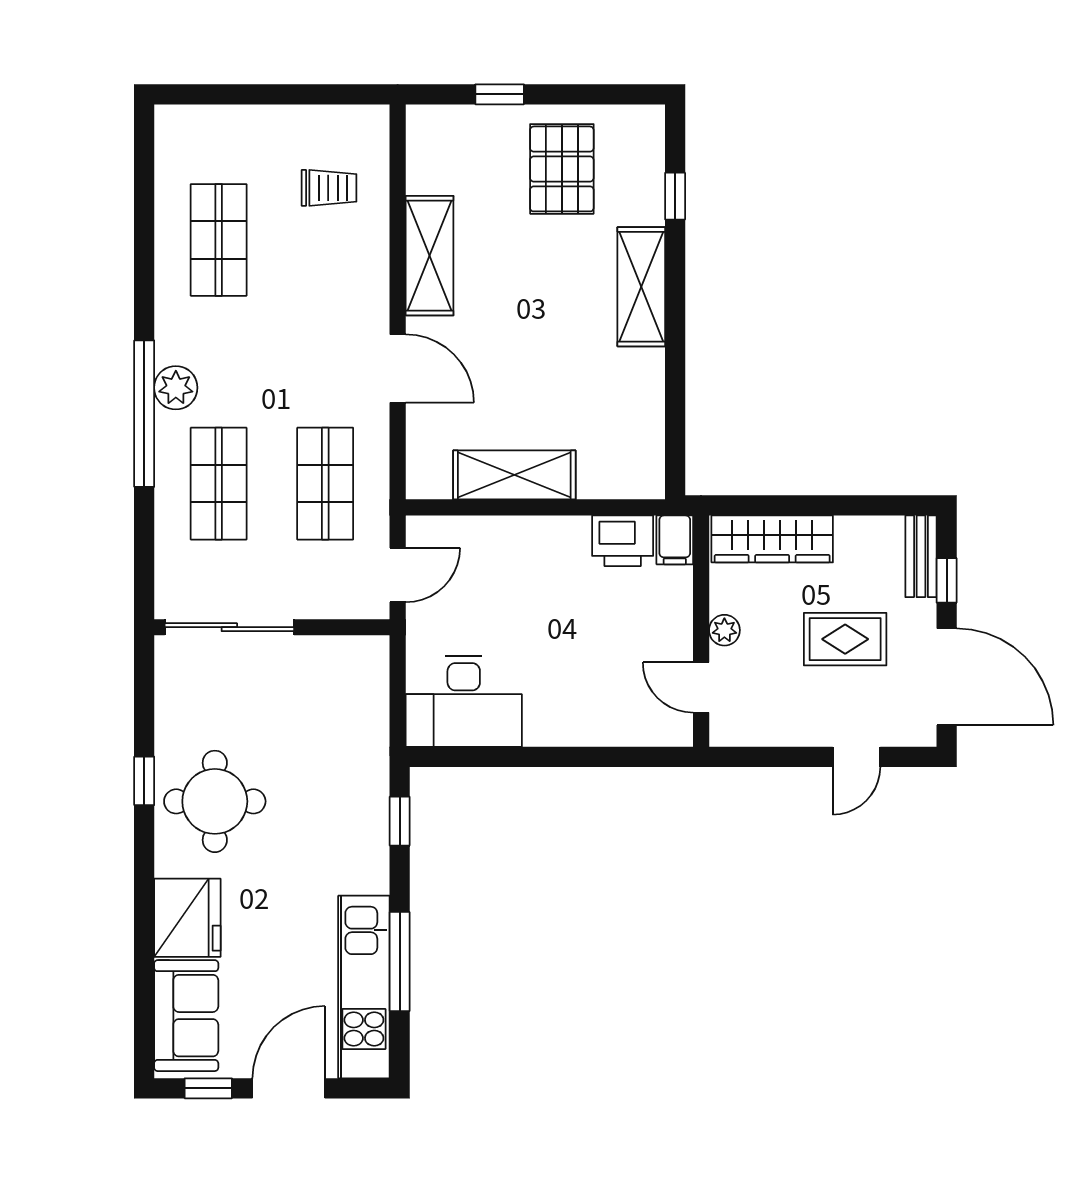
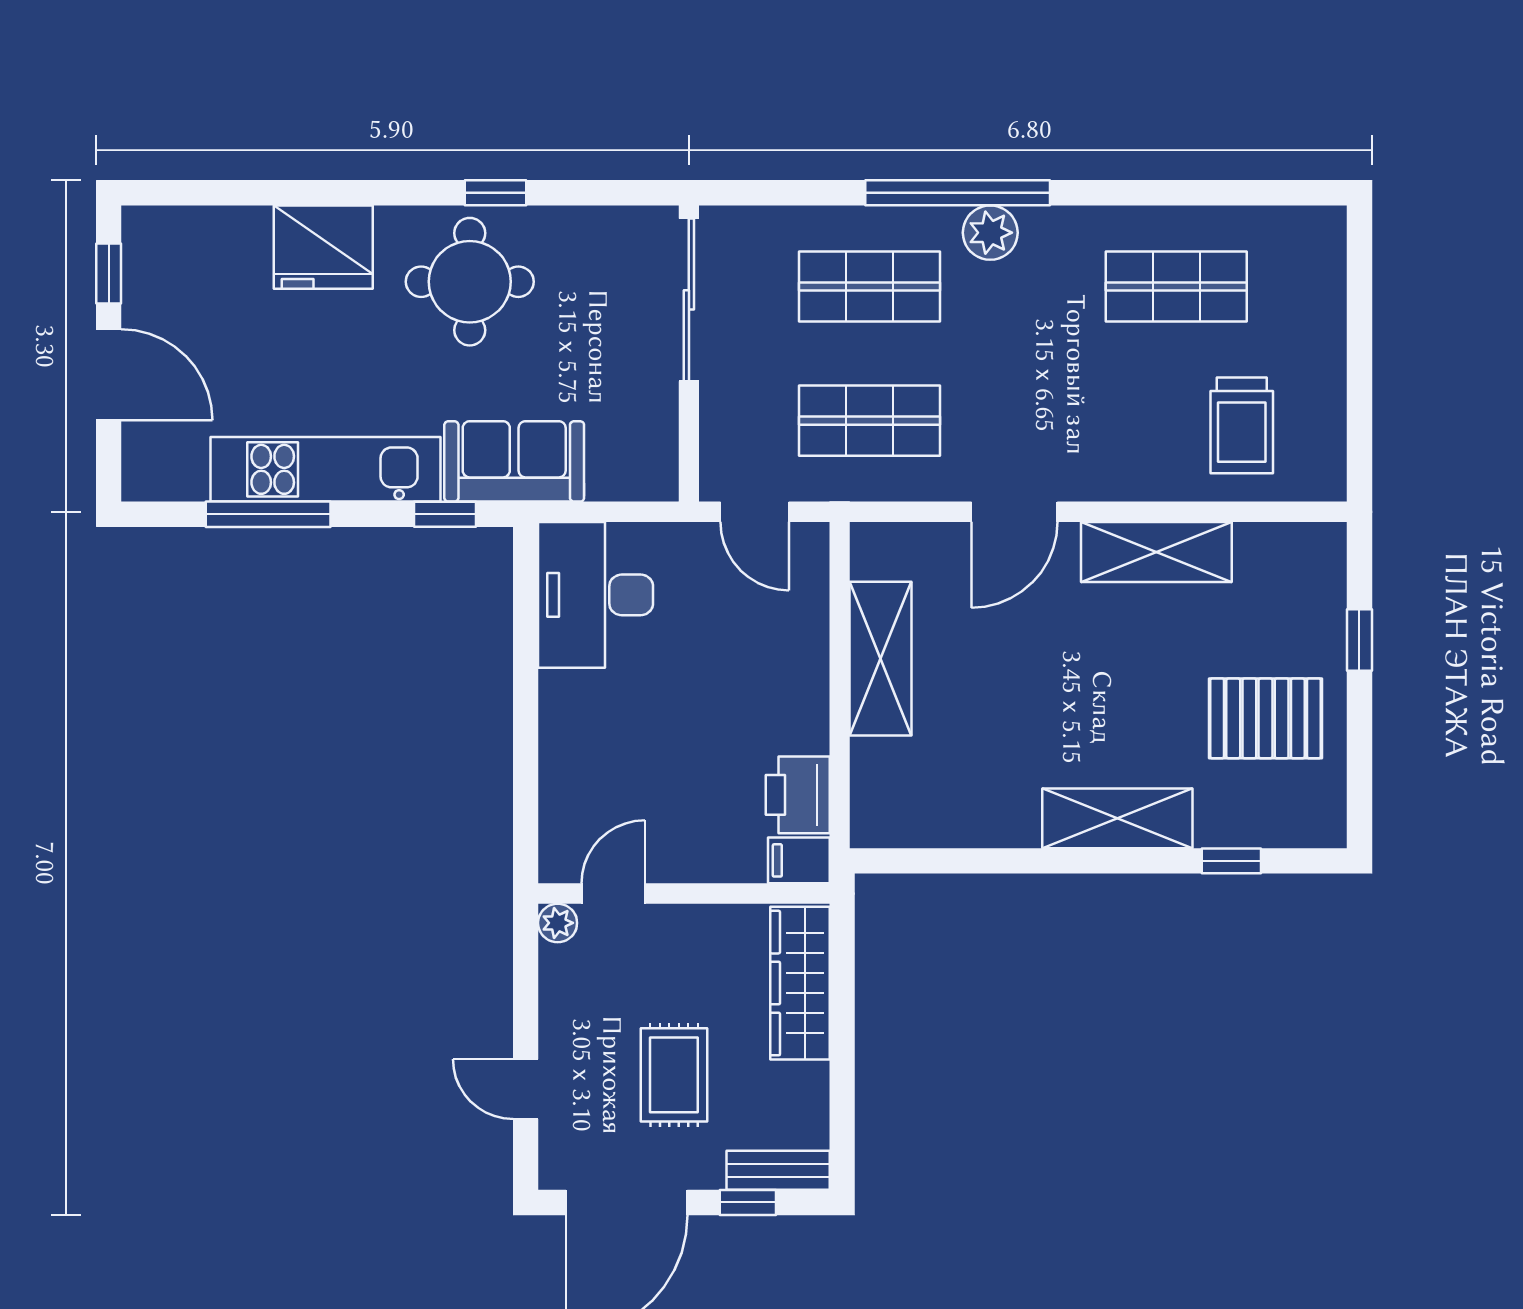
trolley: (329, 188) -> (1242, 425), width x1.36, depth x1.39
plant: (724, 630) -> (558, 923), moved
kitchen unit: (364, 987) -> (326, 469), moved
sofa: (186, 1016) -> (514, 461), moved, turned 180

